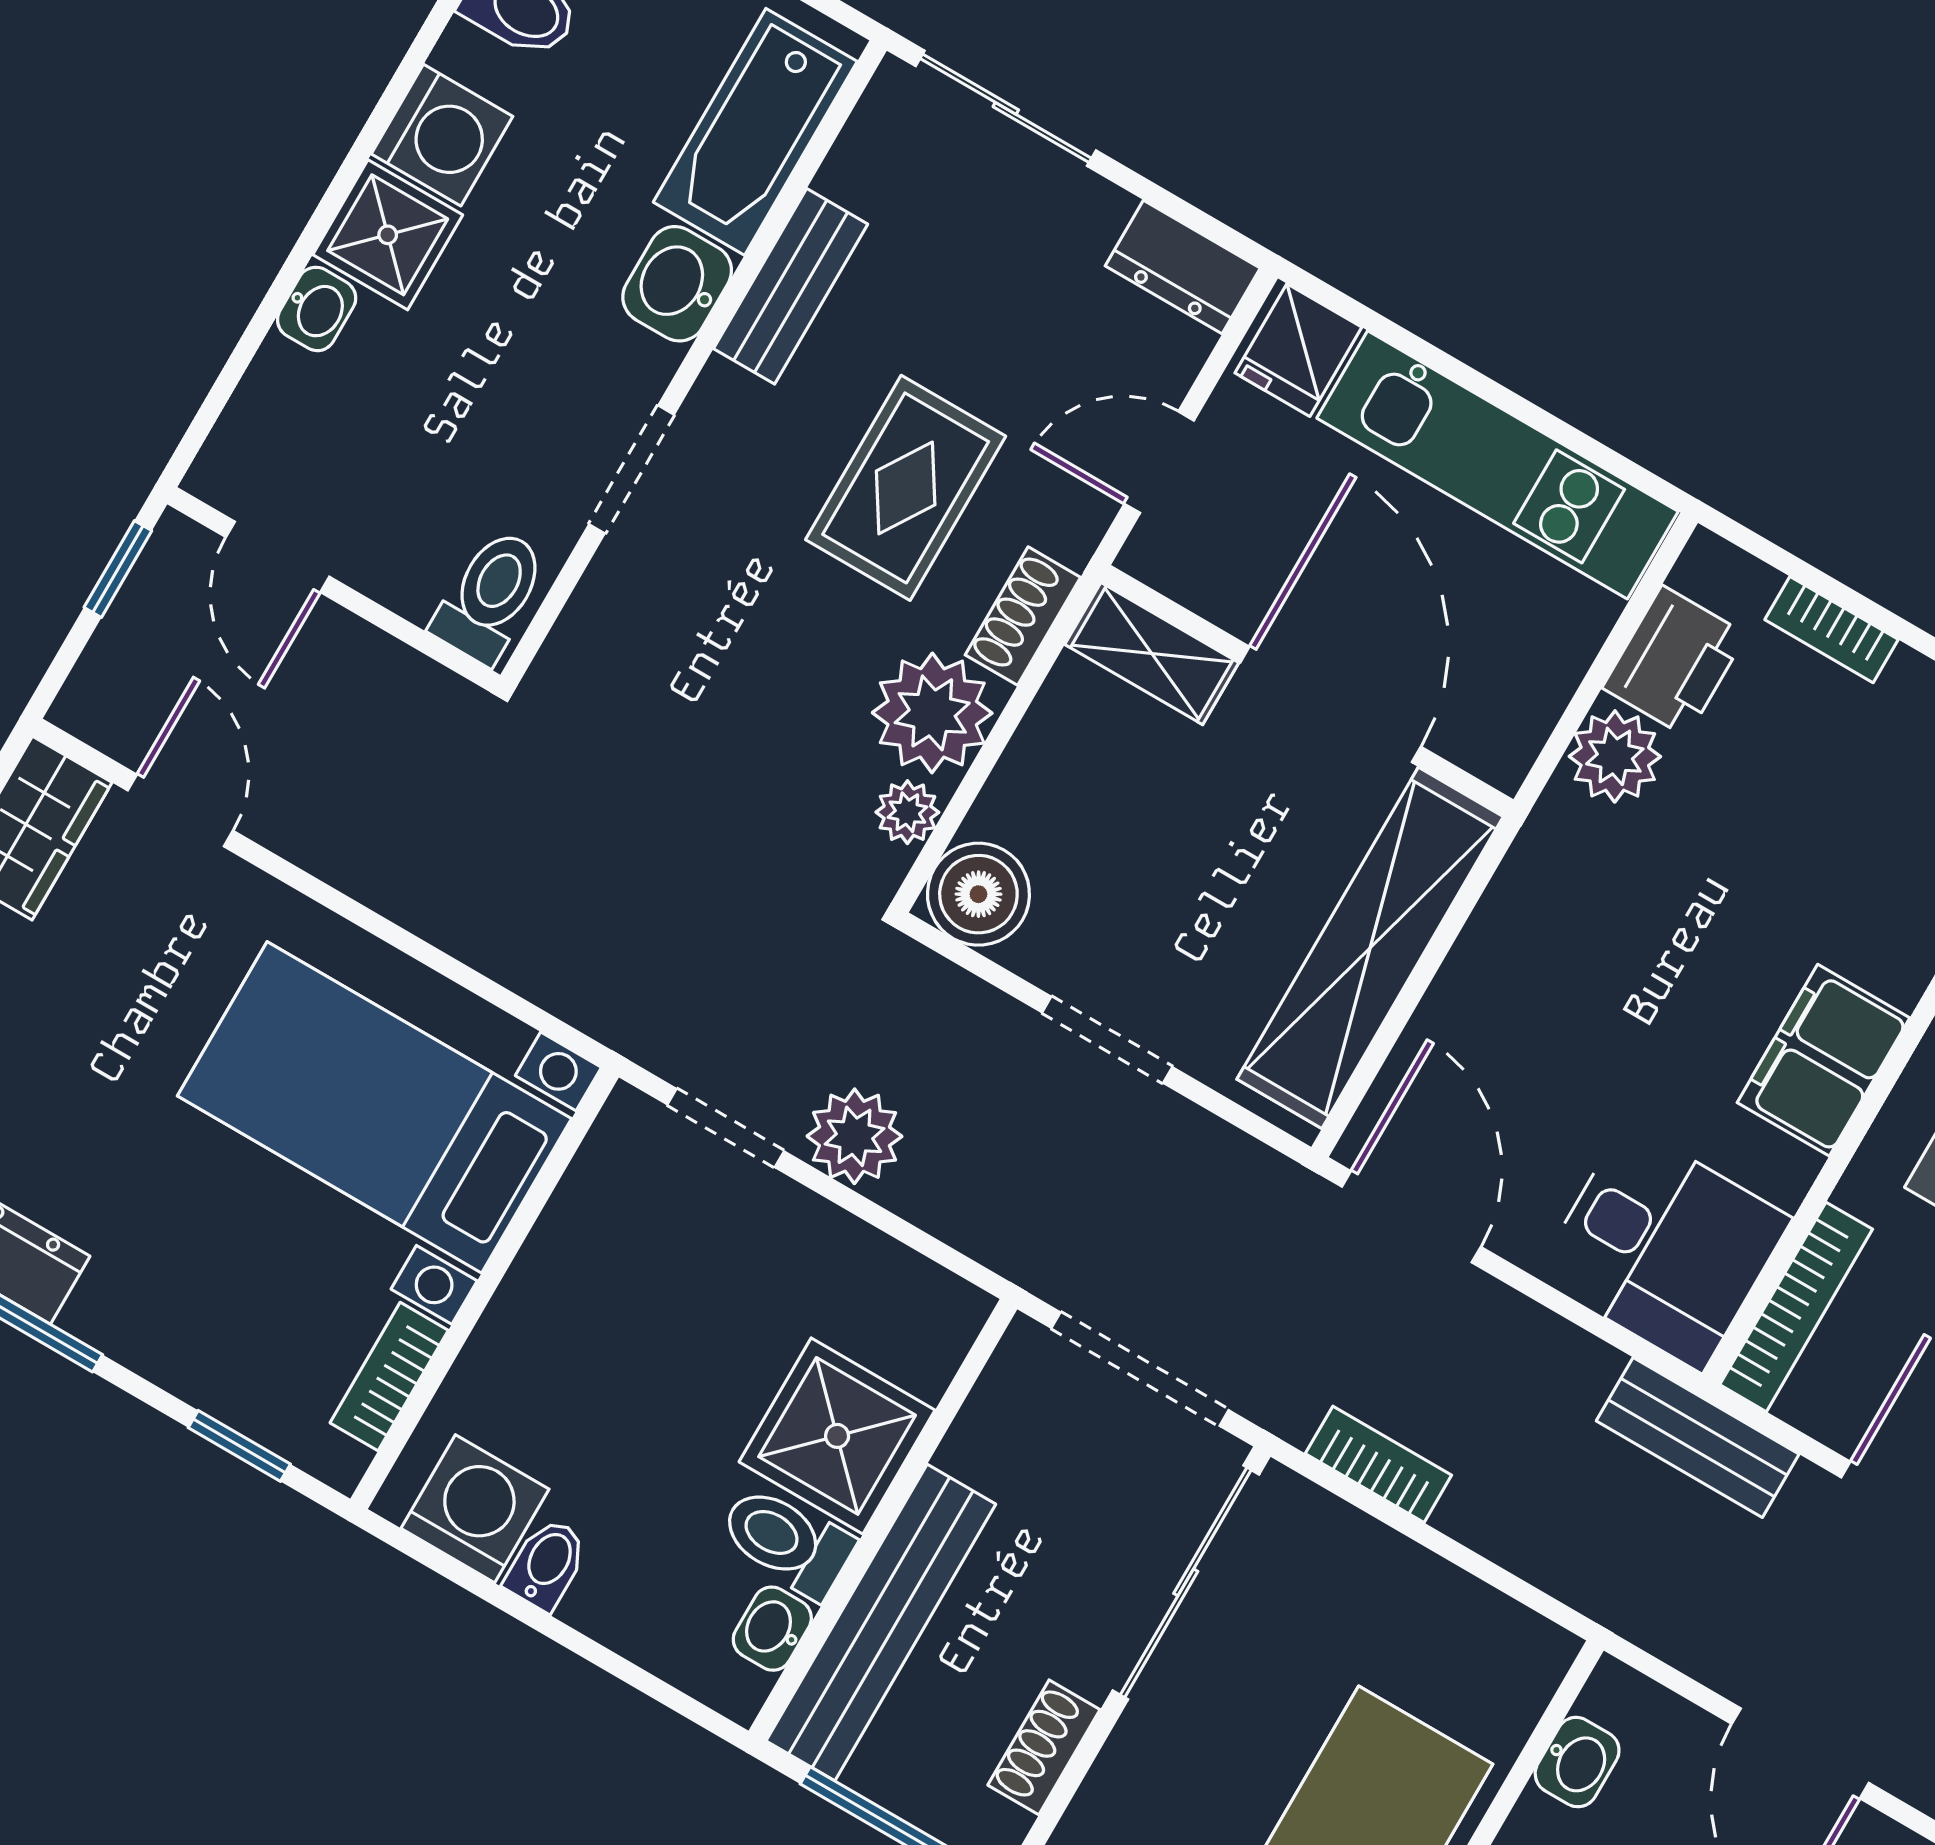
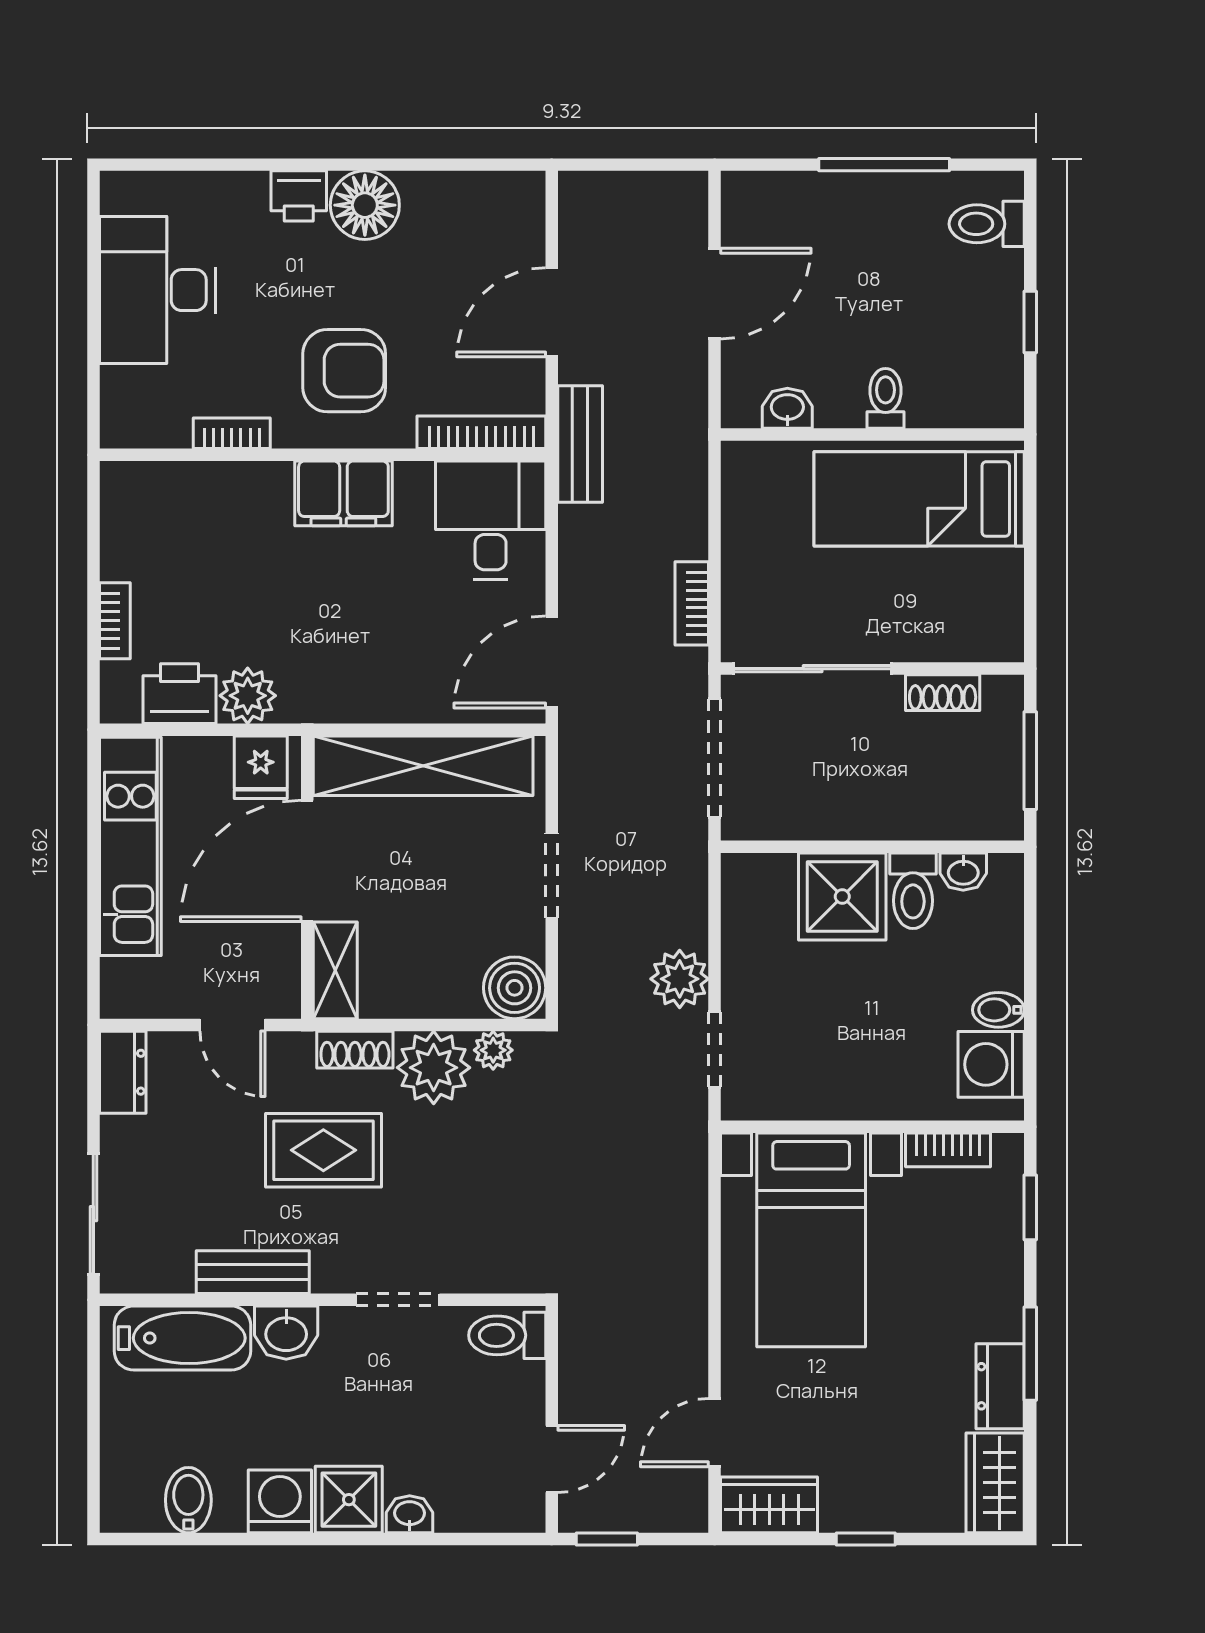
fridge: (1298, 350) -> (261, 767), moved, turned 90
bench: (881, 1622) -> (927, 816), removed

